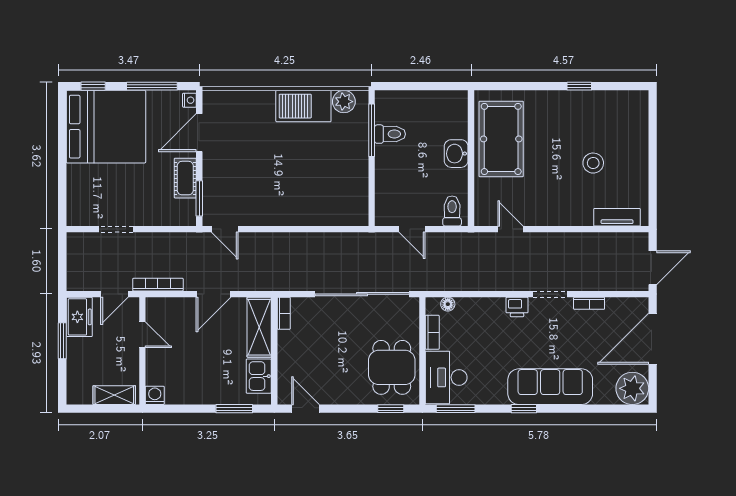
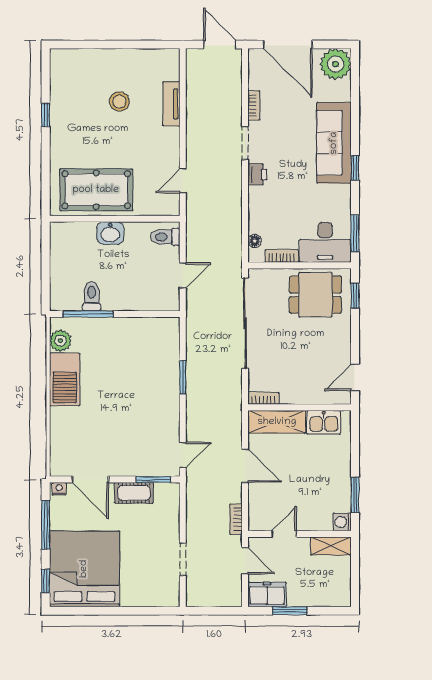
tv unit: (617, 217) -> (171, 104), moved
window: (306, 229) -> (183, 377), added
bookcase: (158, 285) -> (236, 519), width x0.64
shelving: (114, 395) -> (331, 546), moved, turned 90
window: (234, 409) -> (355, 495), moved

